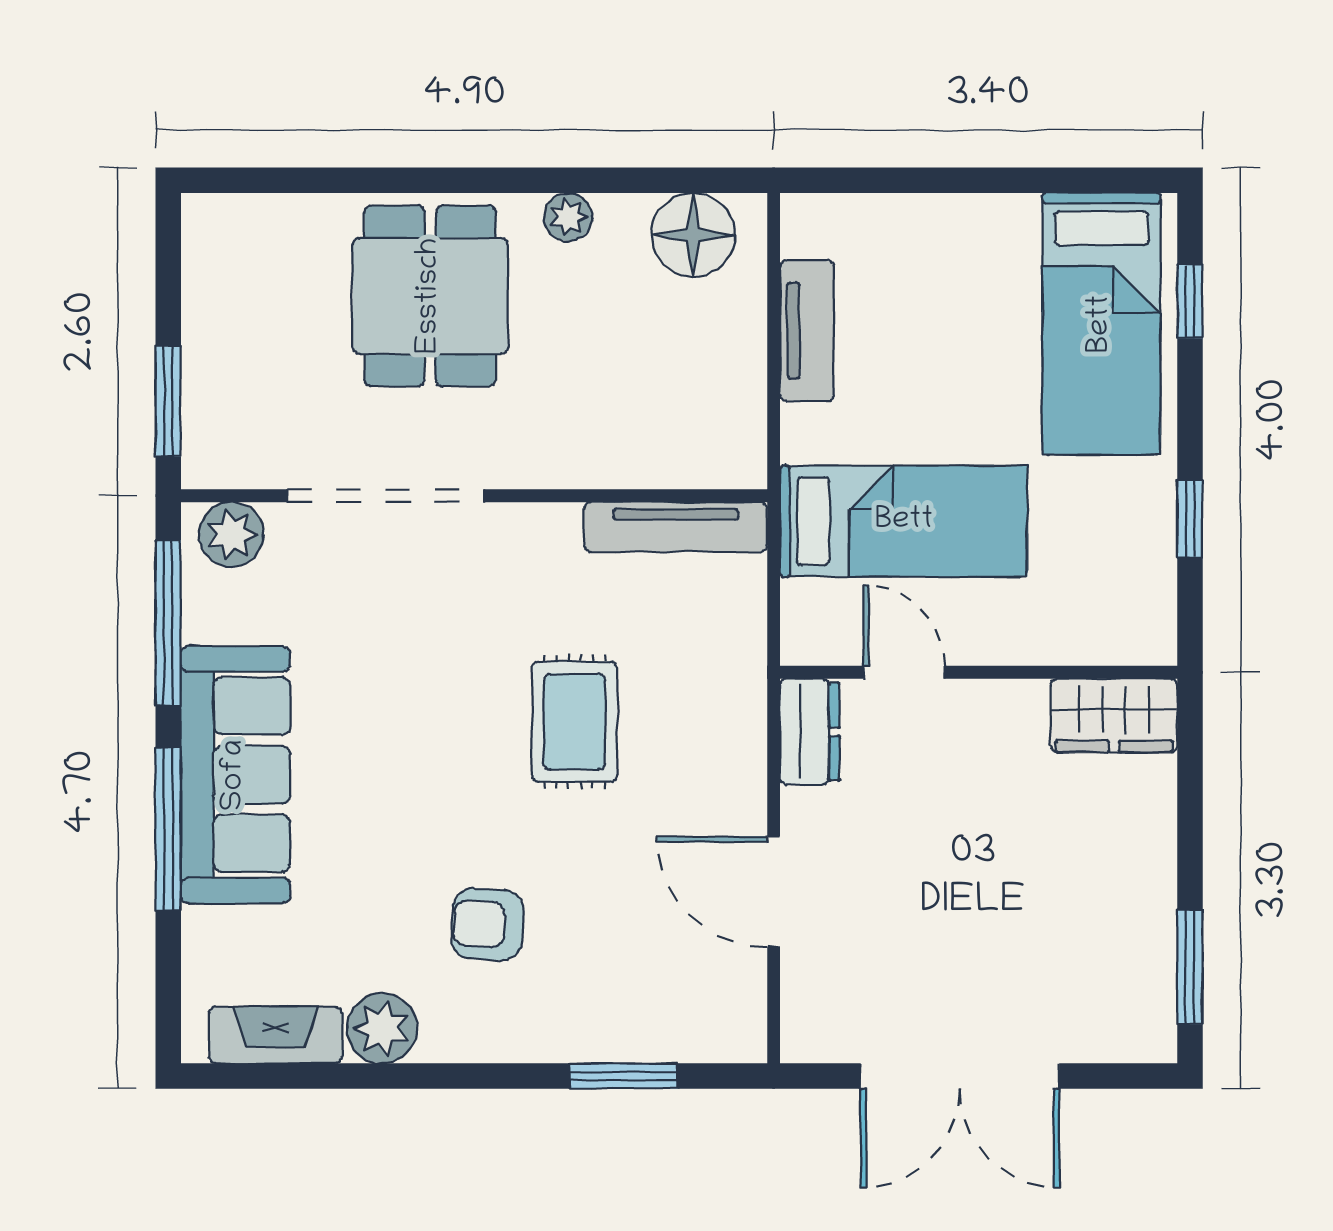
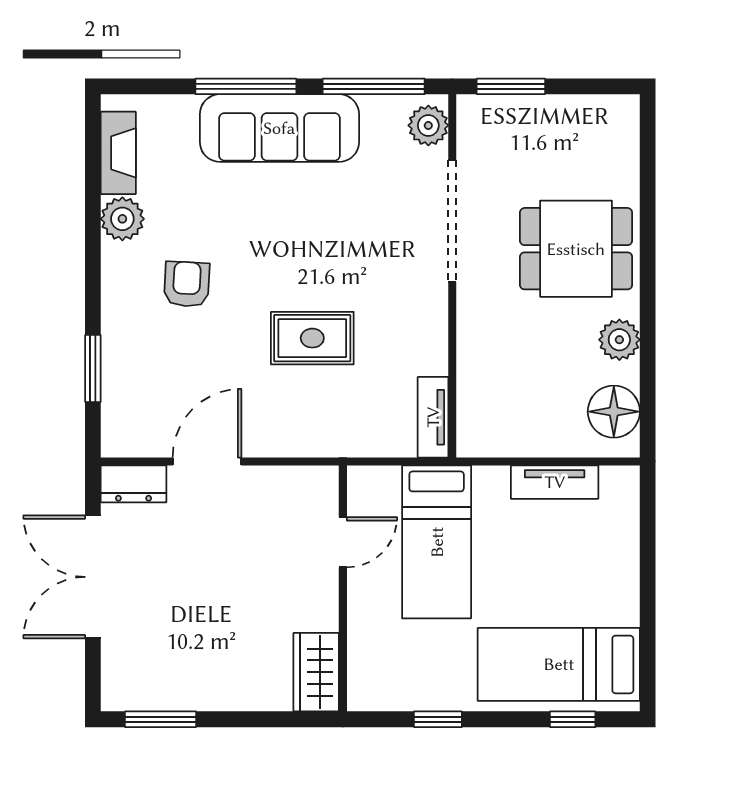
plant: (568, 217) -> (619, 340), width x1.38, depth x1.38
tv unit: (676, 527) -> (433, 417), width x0.71
dresser: (810, 732) -> (134, 484), moved

